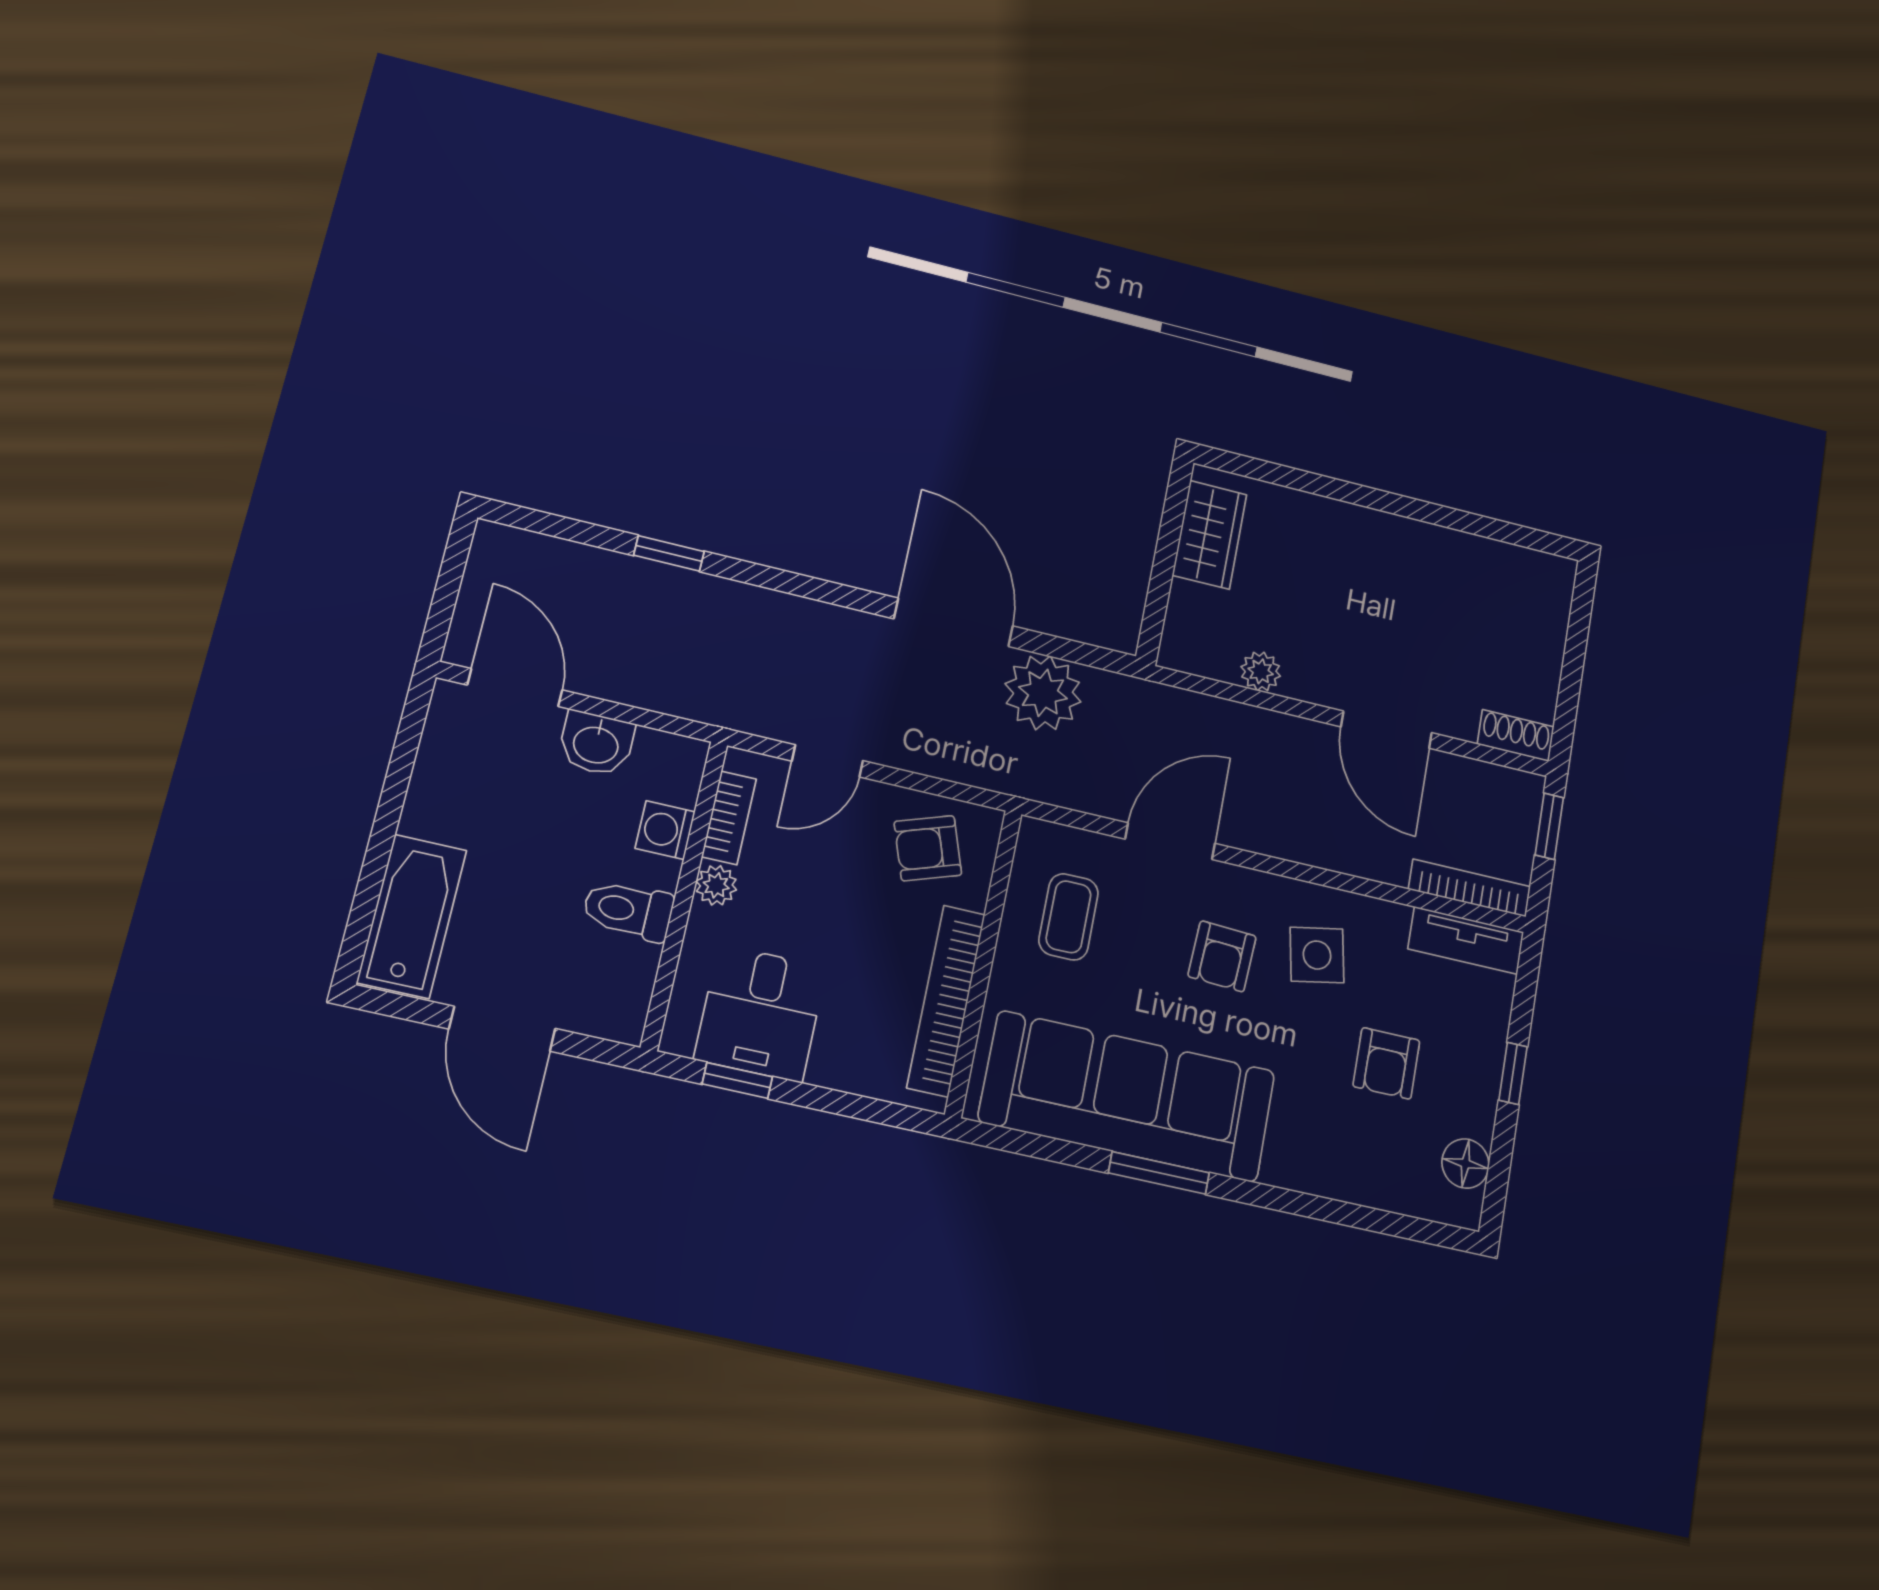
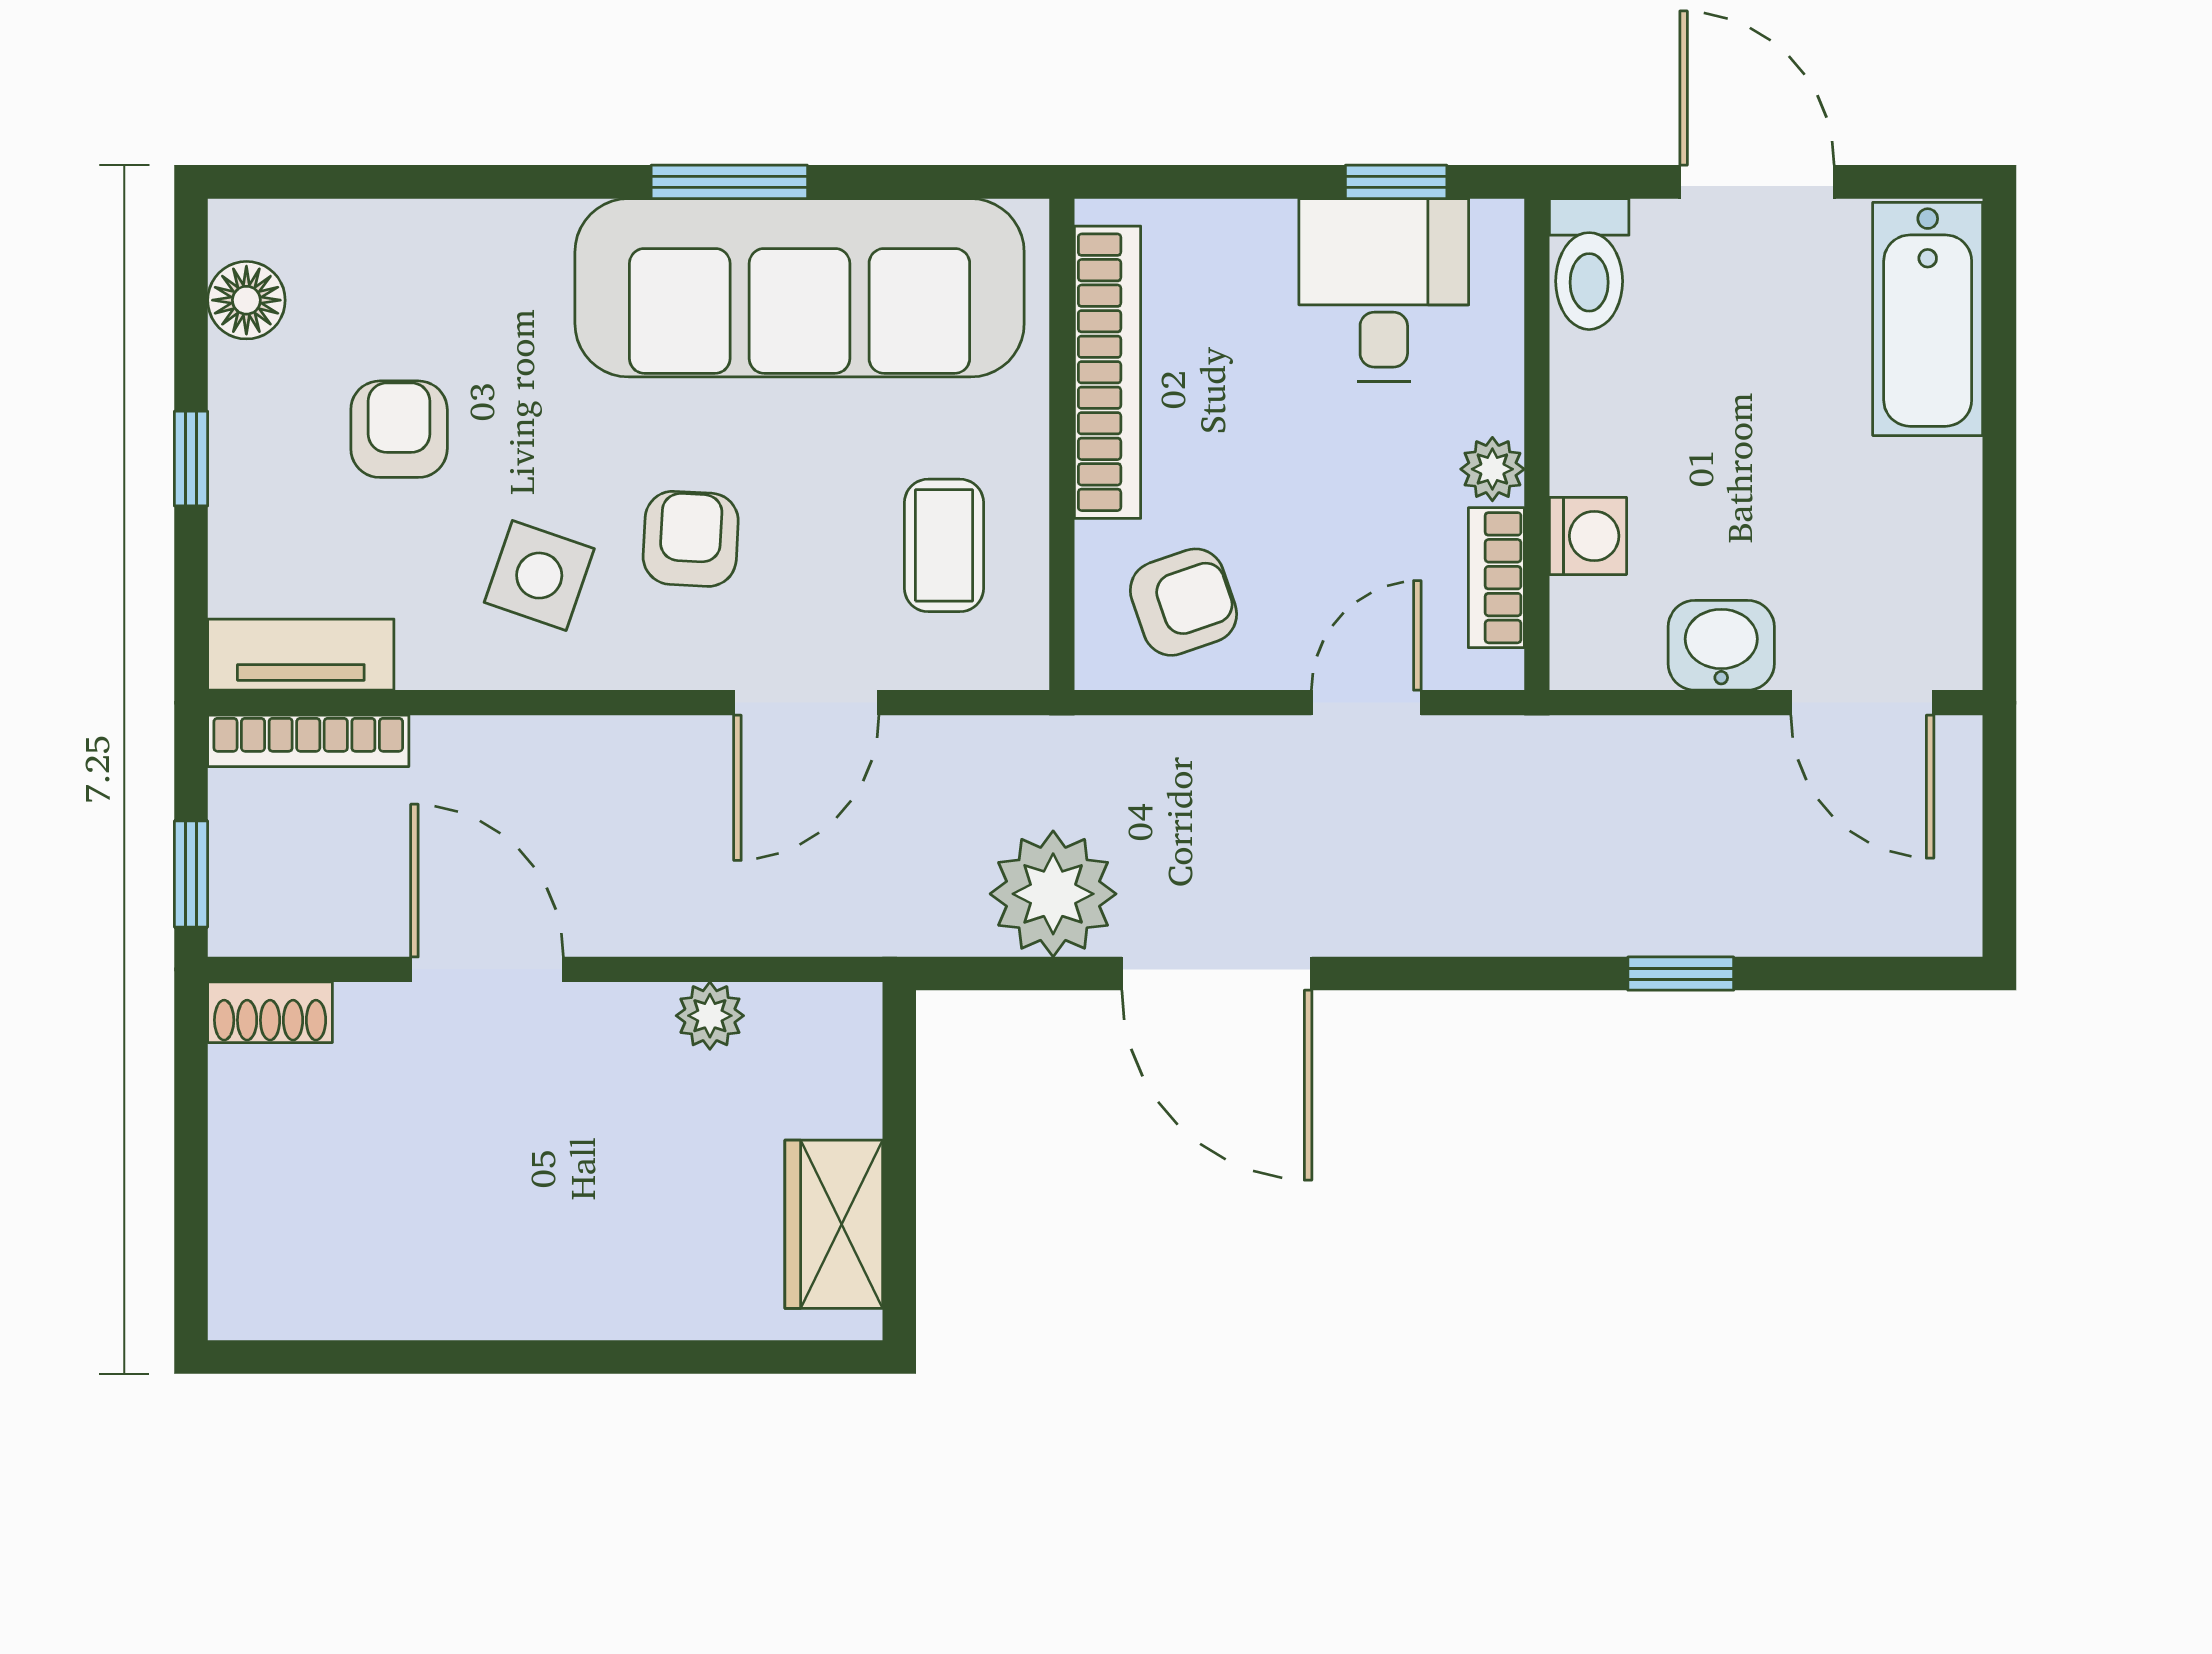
toilet: (628, 910) -> (1589, 264), moved, turned 90
side table: (1317, 955) -> (539, 576), turned 30

